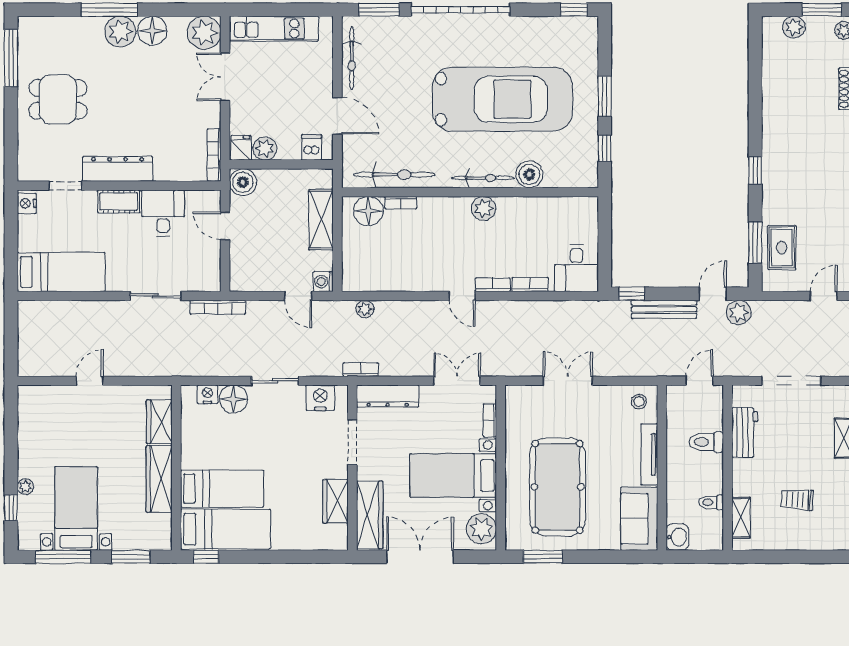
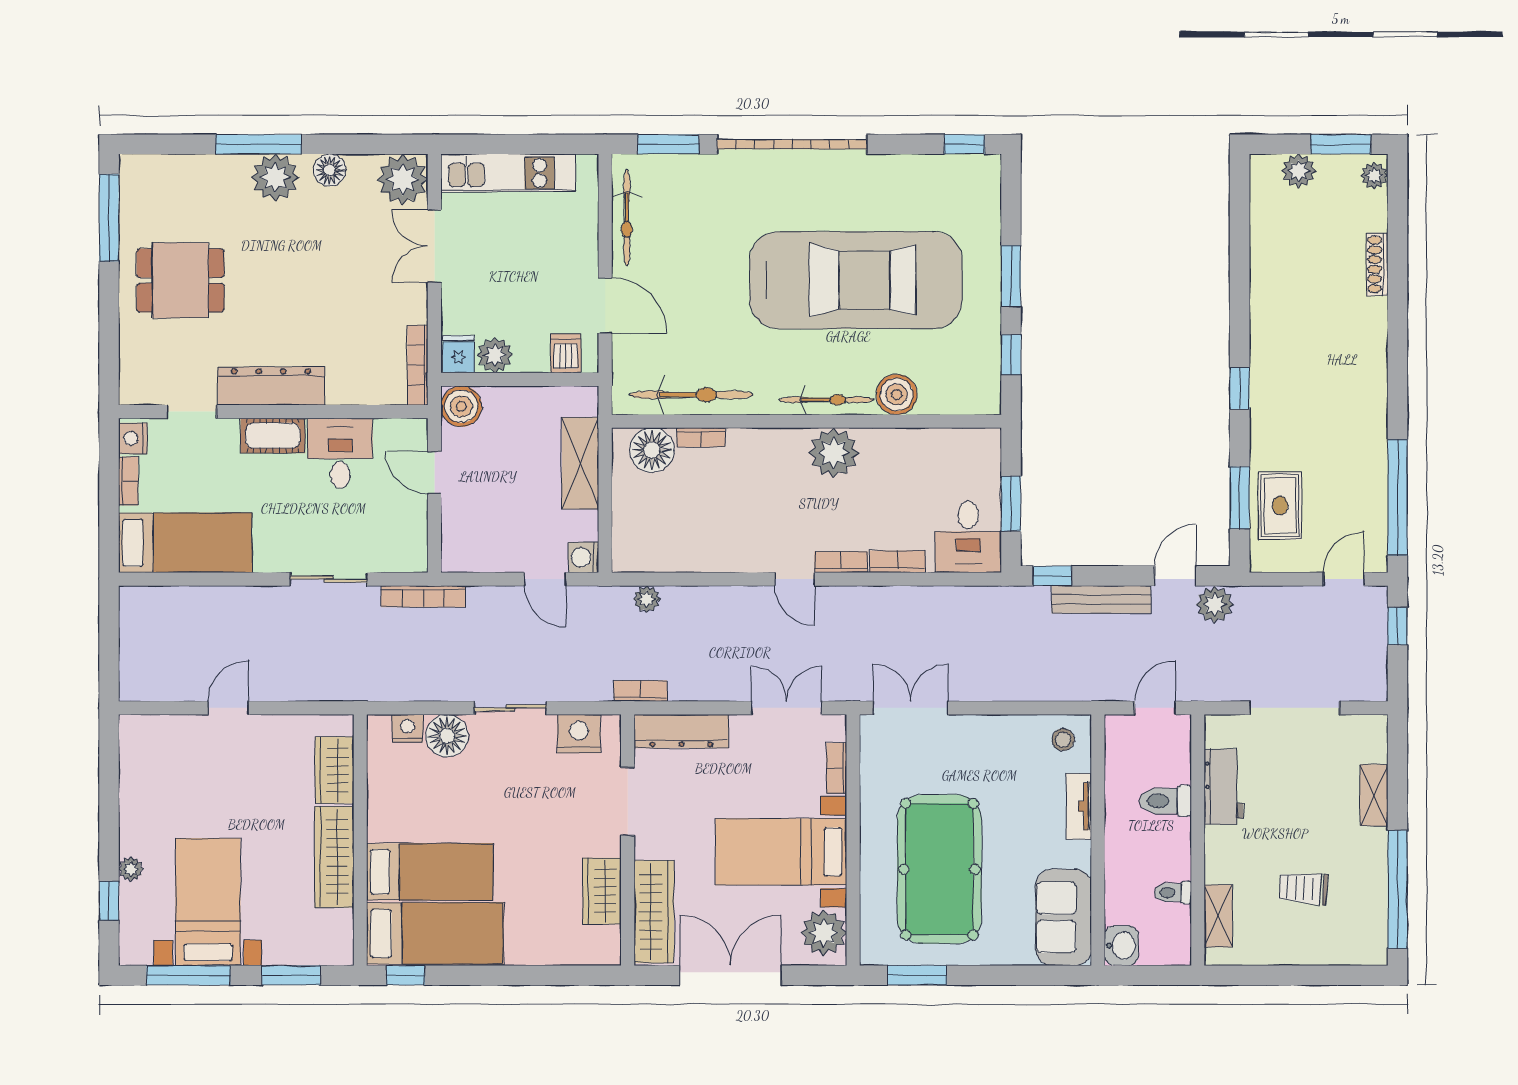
floor lamp: (152, 31) -> (330, 170), width x0.73, depth x0.73
plant: (484, 208) -> (834, 453), width x1.36, depth x1.36
bookcase: (24, 231) -> (128, 481), added
window: (605, 246) -> (1011, 504), added
double door: (568, 381) -> (911, 708), moved
tv unit: (649, 454) -> (1079, 806), width x0.71

